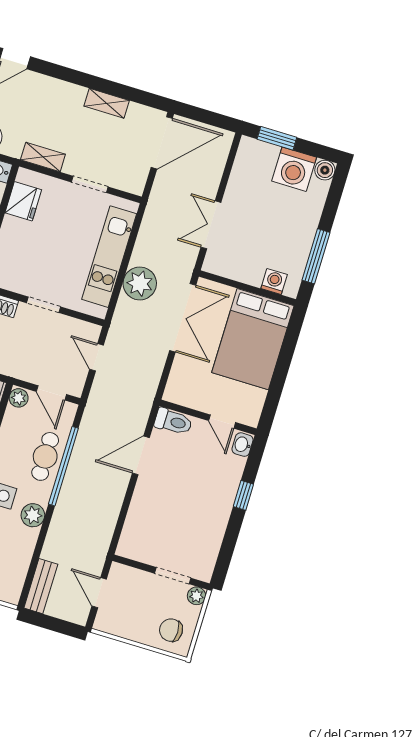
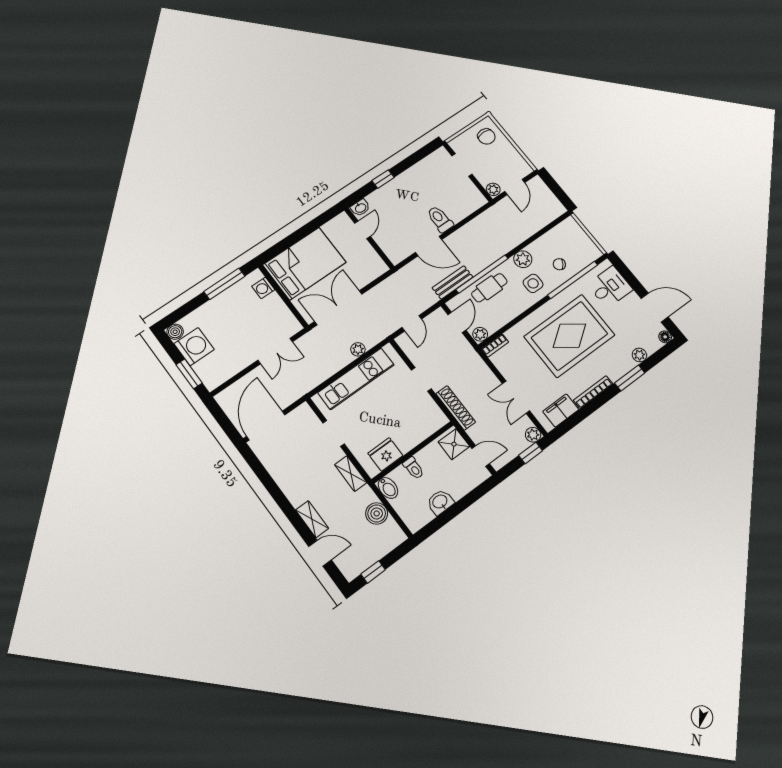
shelving: (107, 103) -> (312, 519), moved
door: (162, 143) -> (266, 426), hinge flipped
plant: (140, 283) -> (358, 349), width x0.53, depth x0.53
toilet: (173, 422) -> (440, 219), moved
bench: (41, 586) -> (453, 282), moved
plant: (196, 596) -> (493, 189), moved

